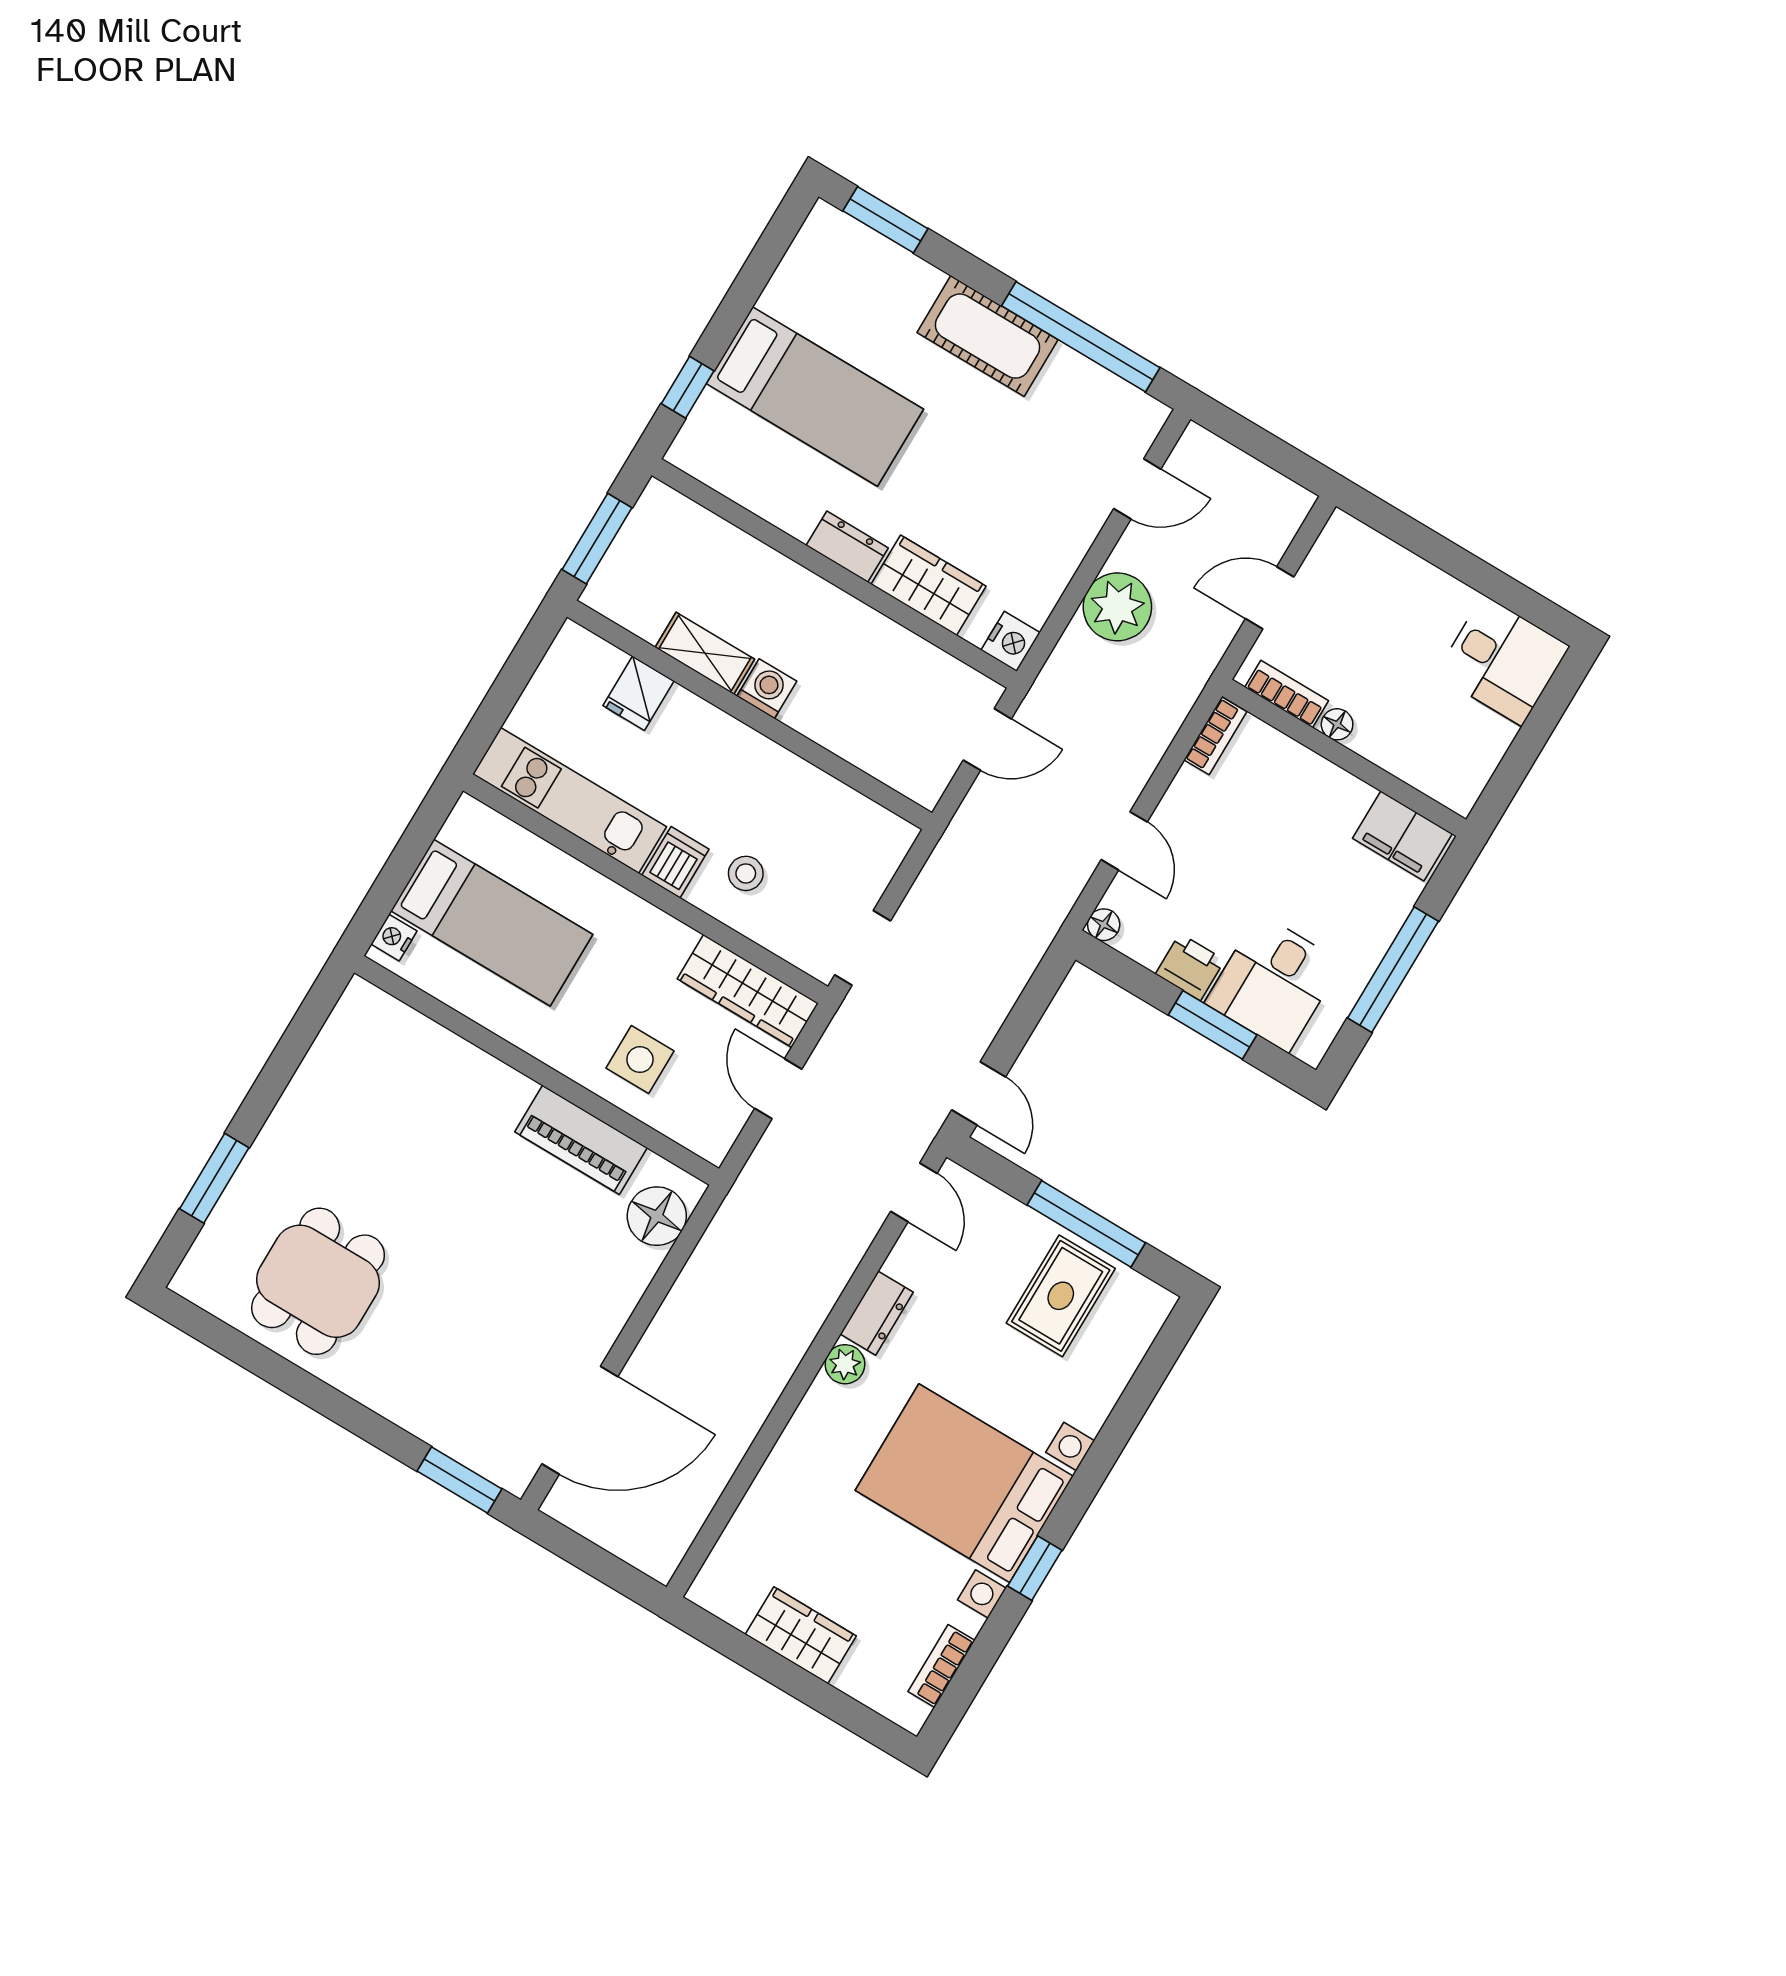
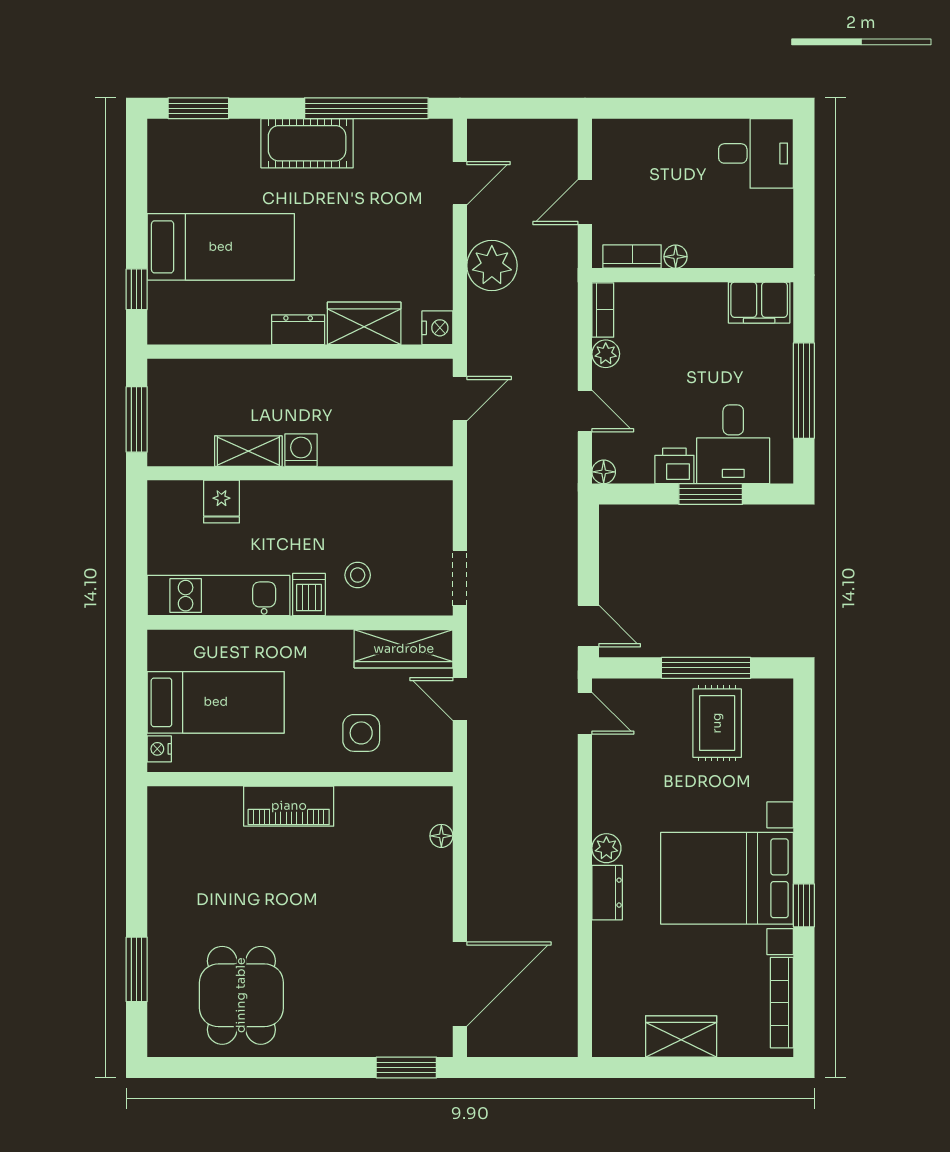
plant: (1188, 789) -> (606, 354), added
piano: (581, 1140) -> (289, 806), moved
floor lamp: (657, 1216) -> (441, 836), width x0.53, depth x0.53
dresser: (877, 1313) -> (607, 893), moved
bookcase: (942, 1666) -> (782, 1003), width x1.56

